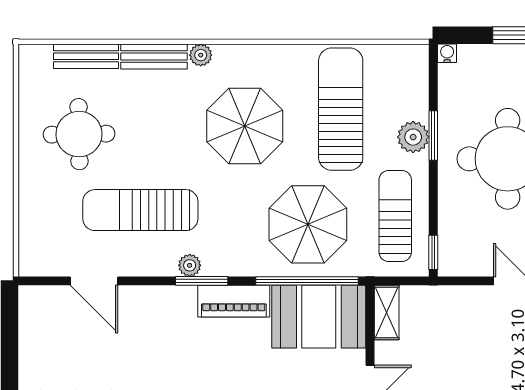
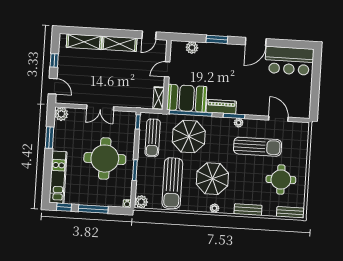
plant: (201, 55) -> (214, 208), moved
bench: (86, 56) -> (290, 212), moved
plant: (413, 137) -> (141, 202), moved

